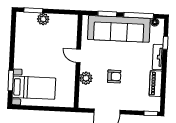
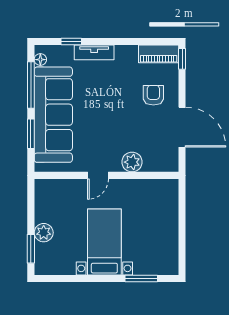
armchair: (114, 76) -> (153, 95), moved
piano: (156, 83) -> (159, 54), moved
bed with nightstands: (34, 88) -> (104, 242), moved

